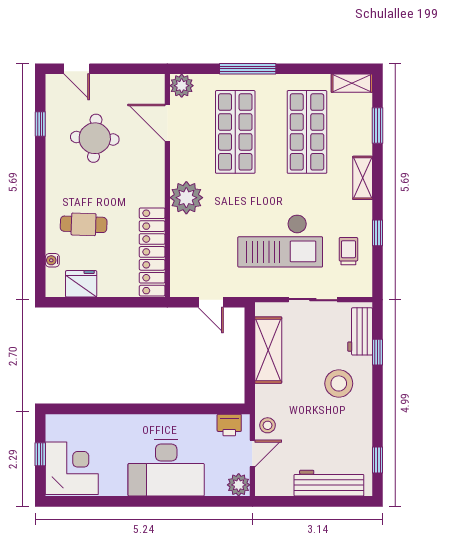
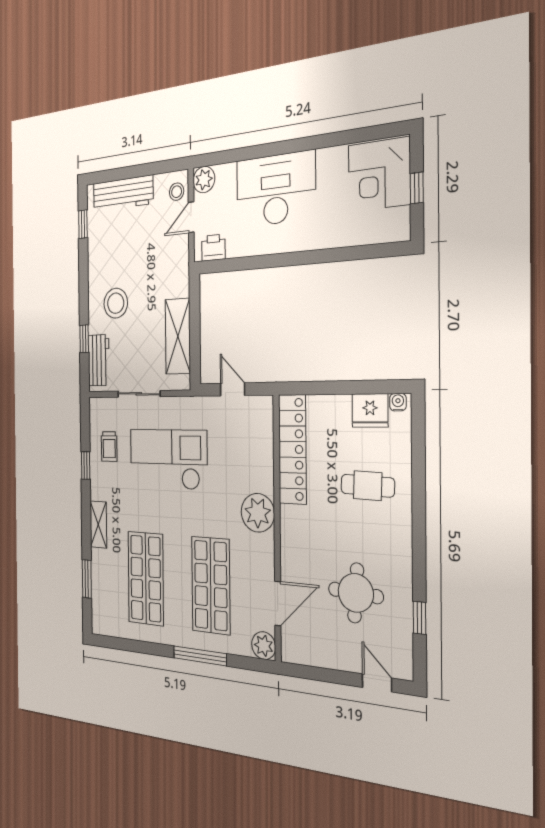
shelving: (352, 83) -> (108, 627), removed
door: (167, 123) -> (278, 604), hinge flipped
water cooler: (52, 260) -> (398, 402), moved, turned -90
stool: (268, 425) -> (177, 192), moved

